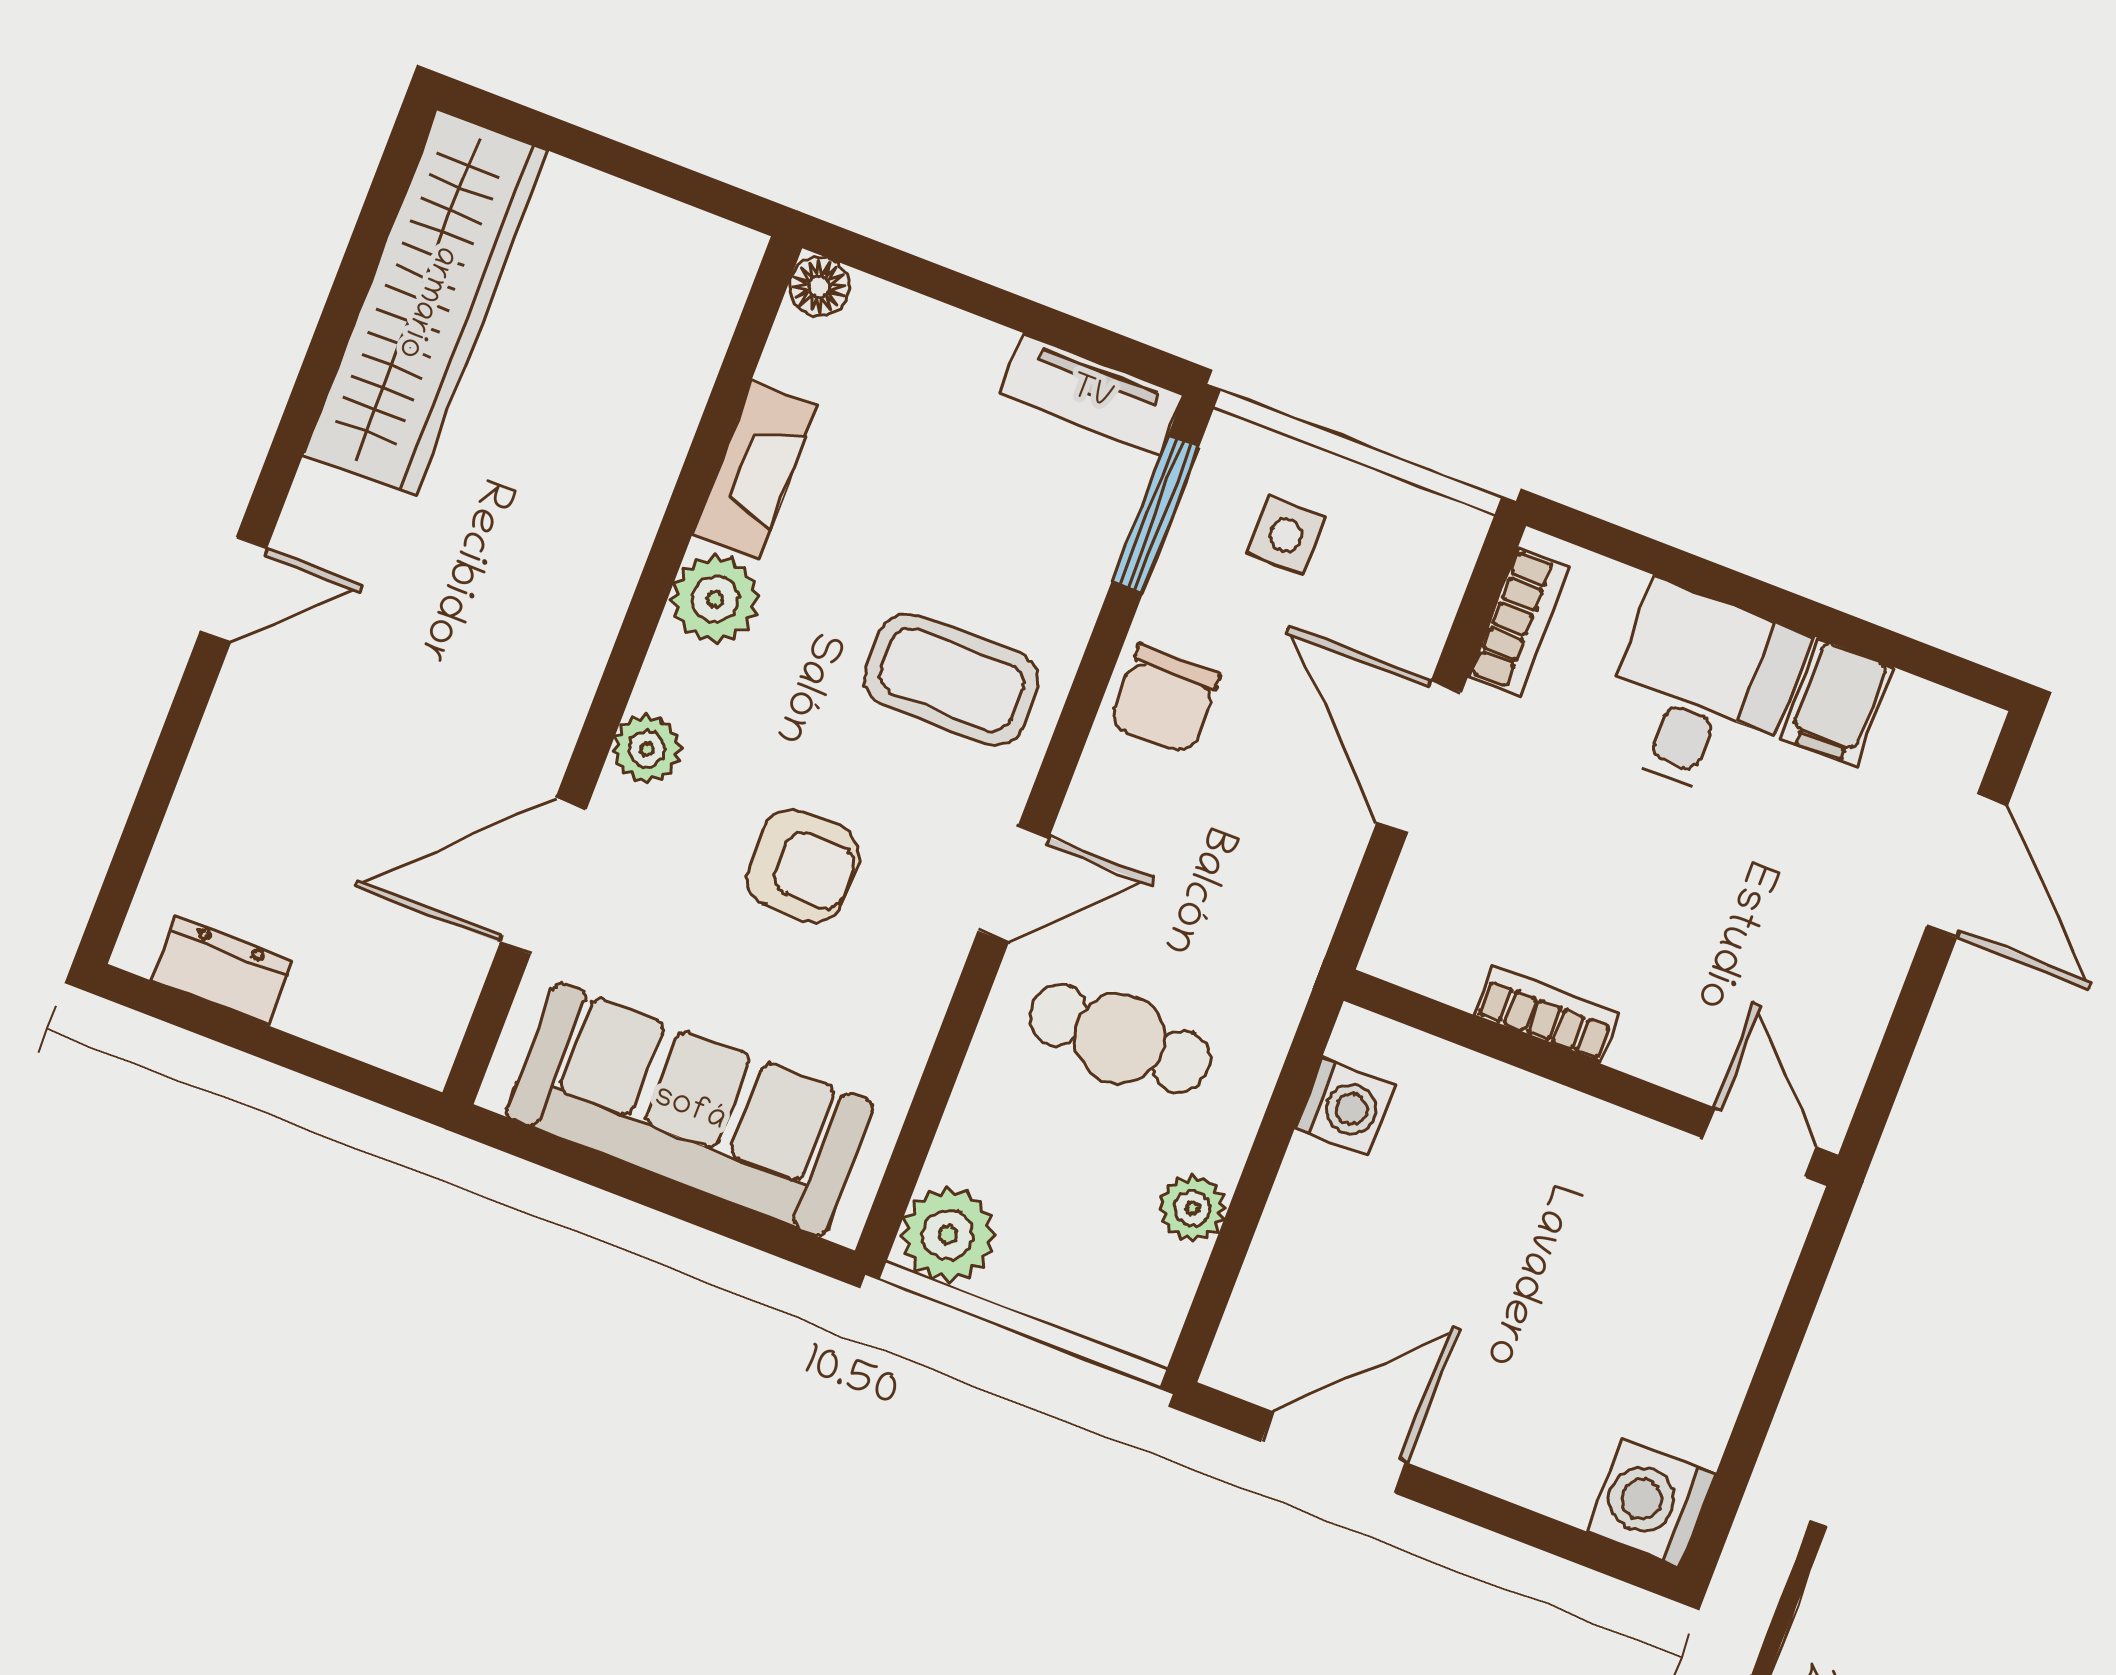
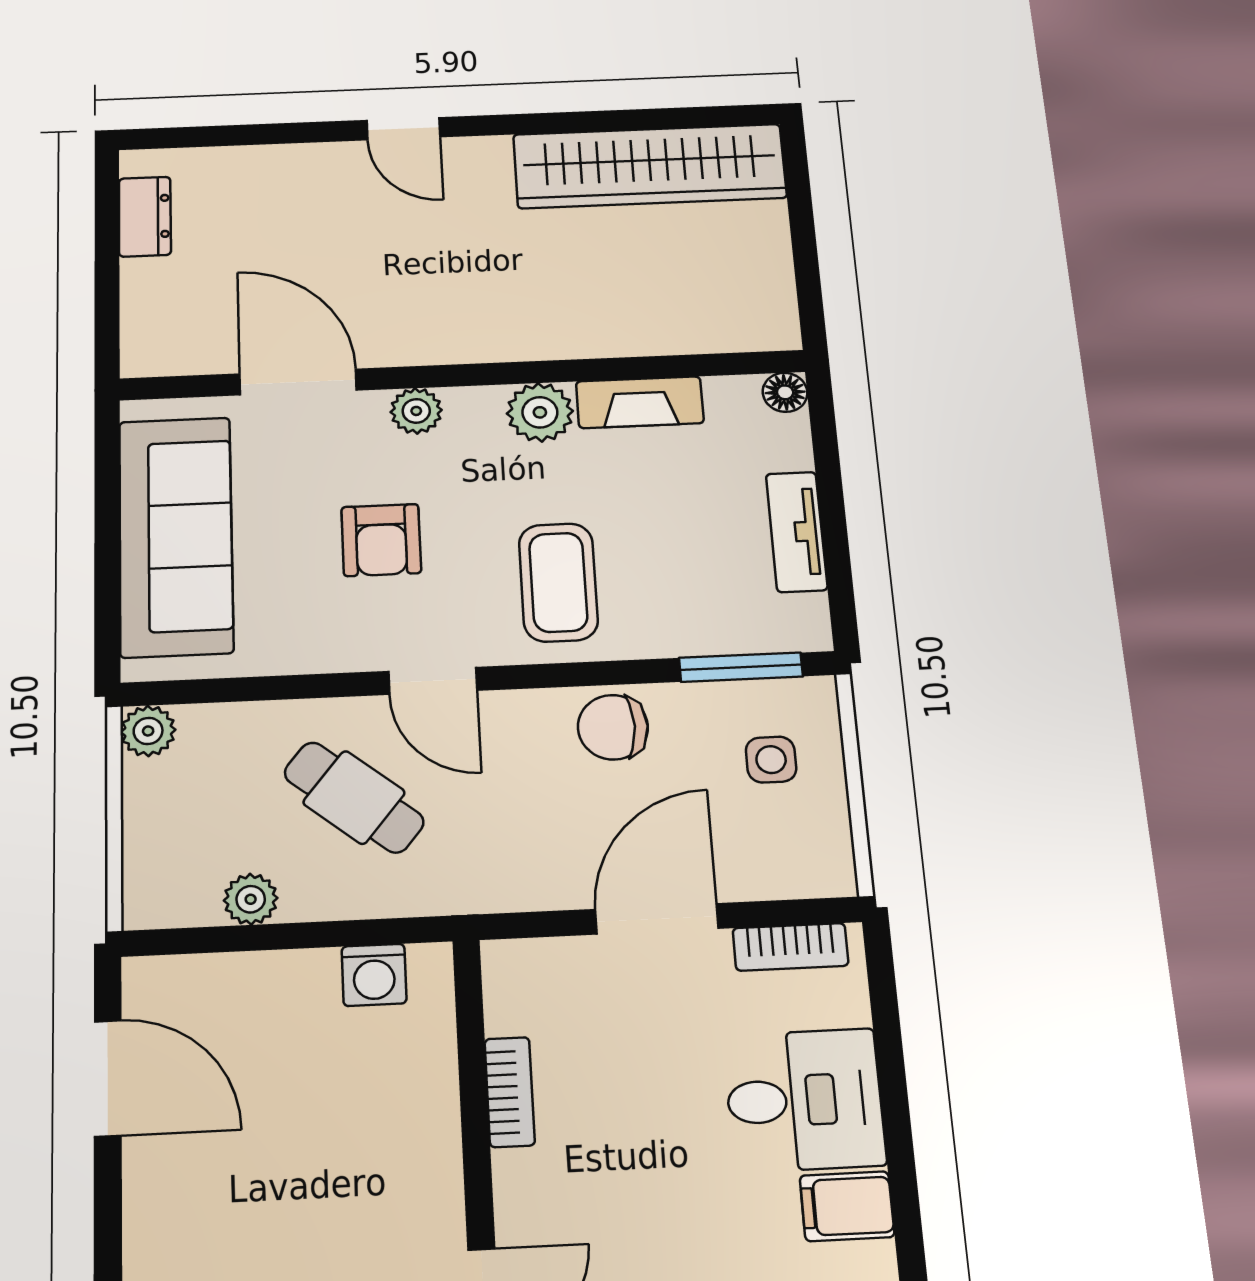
tv unit: (1091, 394) -> (797, 532), moved
cafe table: (1120, 1038) -> (354, 797), turned -51
plant: (948, 1235) -> (148, 731), width x0.73, depth x0.73

